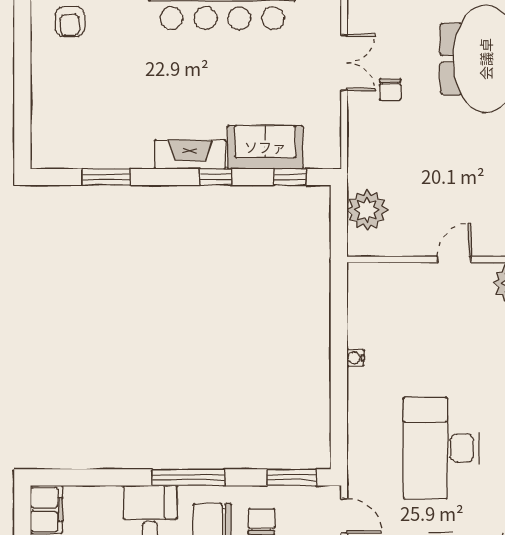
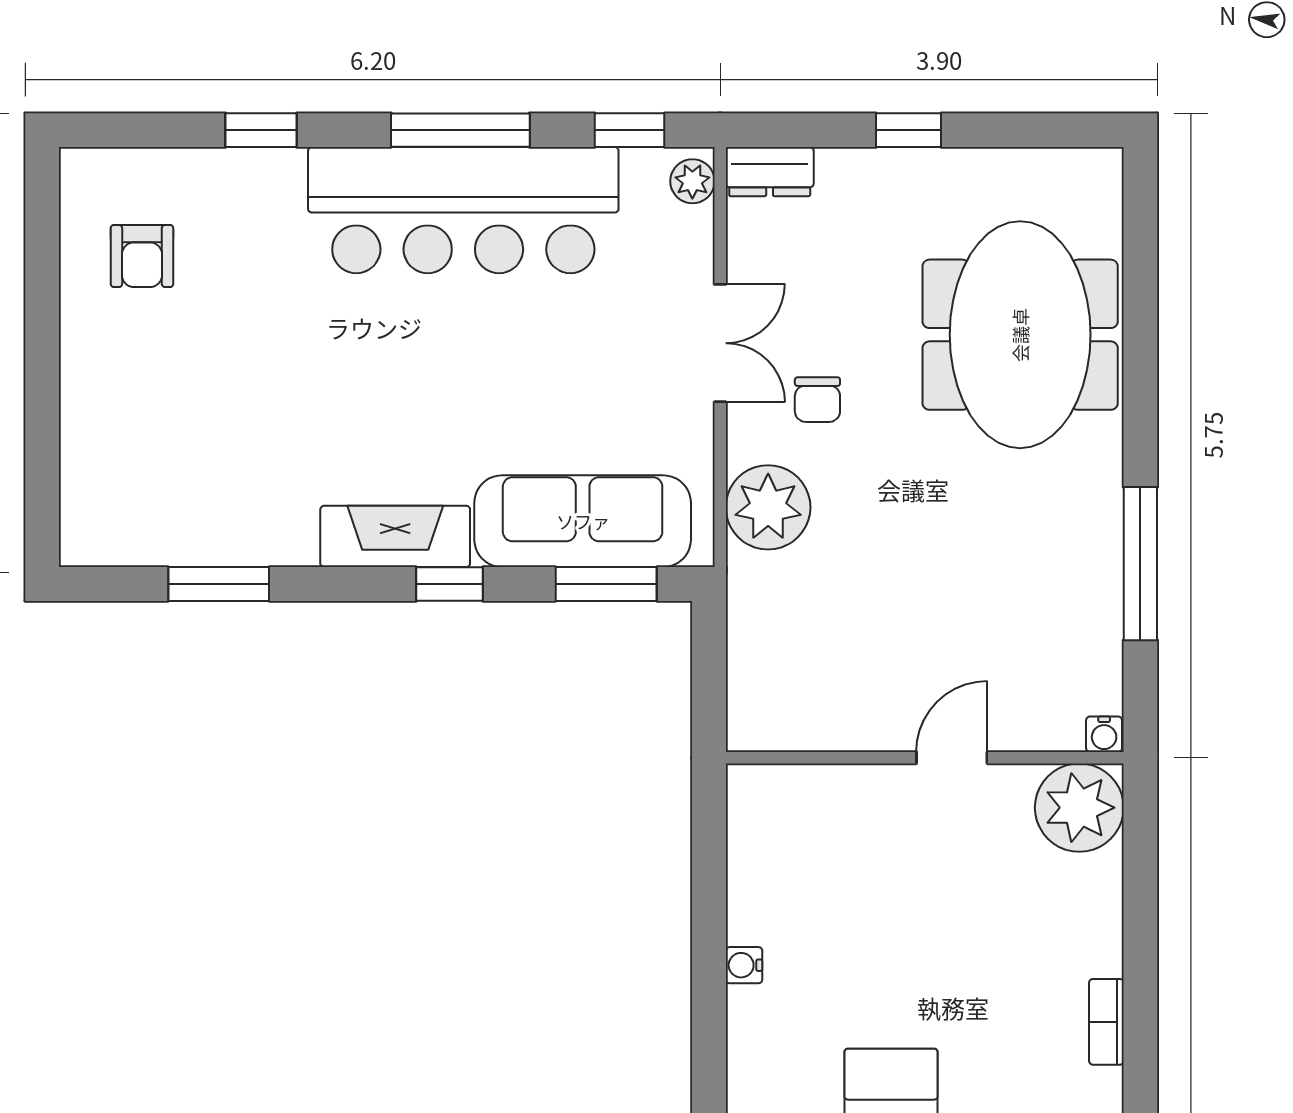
sofa: (265, 147) -> (583, 521), width x1.36
window: (290, 177) -> (606, 584), width x1.50
plant: (367, 210) -> (768, 507), moved

